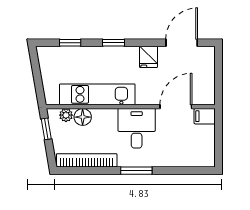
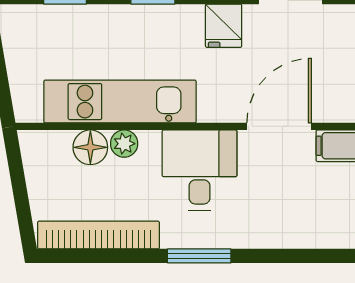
plant: (66, 115) -> (124, 144), moved
window: (46, 129) -> (17, 171), removed

